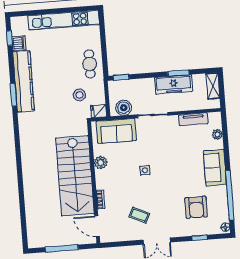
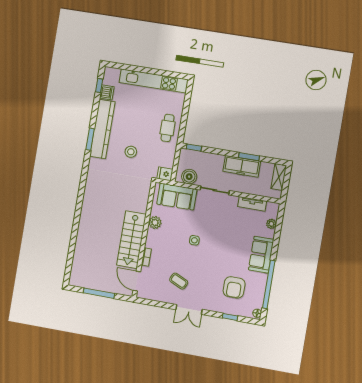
stool: (79, 95) -> (131, 152), moved
stairs: (75, 176) -> (131, 240), width x0.73, depth x0.66

